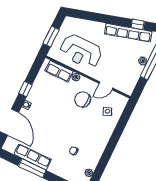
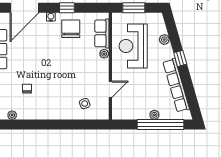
window: (138, 24) -> (180, 58), moved
plant: (88, 25) -> (164, 40), added
door: (106, 86) -> (110, 89), swing flipped
chair: (83, 99) -> (71, 29), moved

